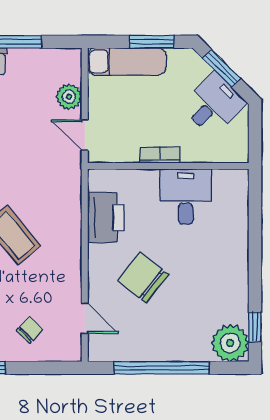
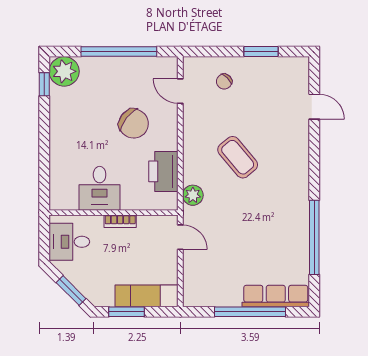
plant: (69, 97) -> (193, 195), moved
desk: (213, 104) -> (69, 242), moved, turned 45

